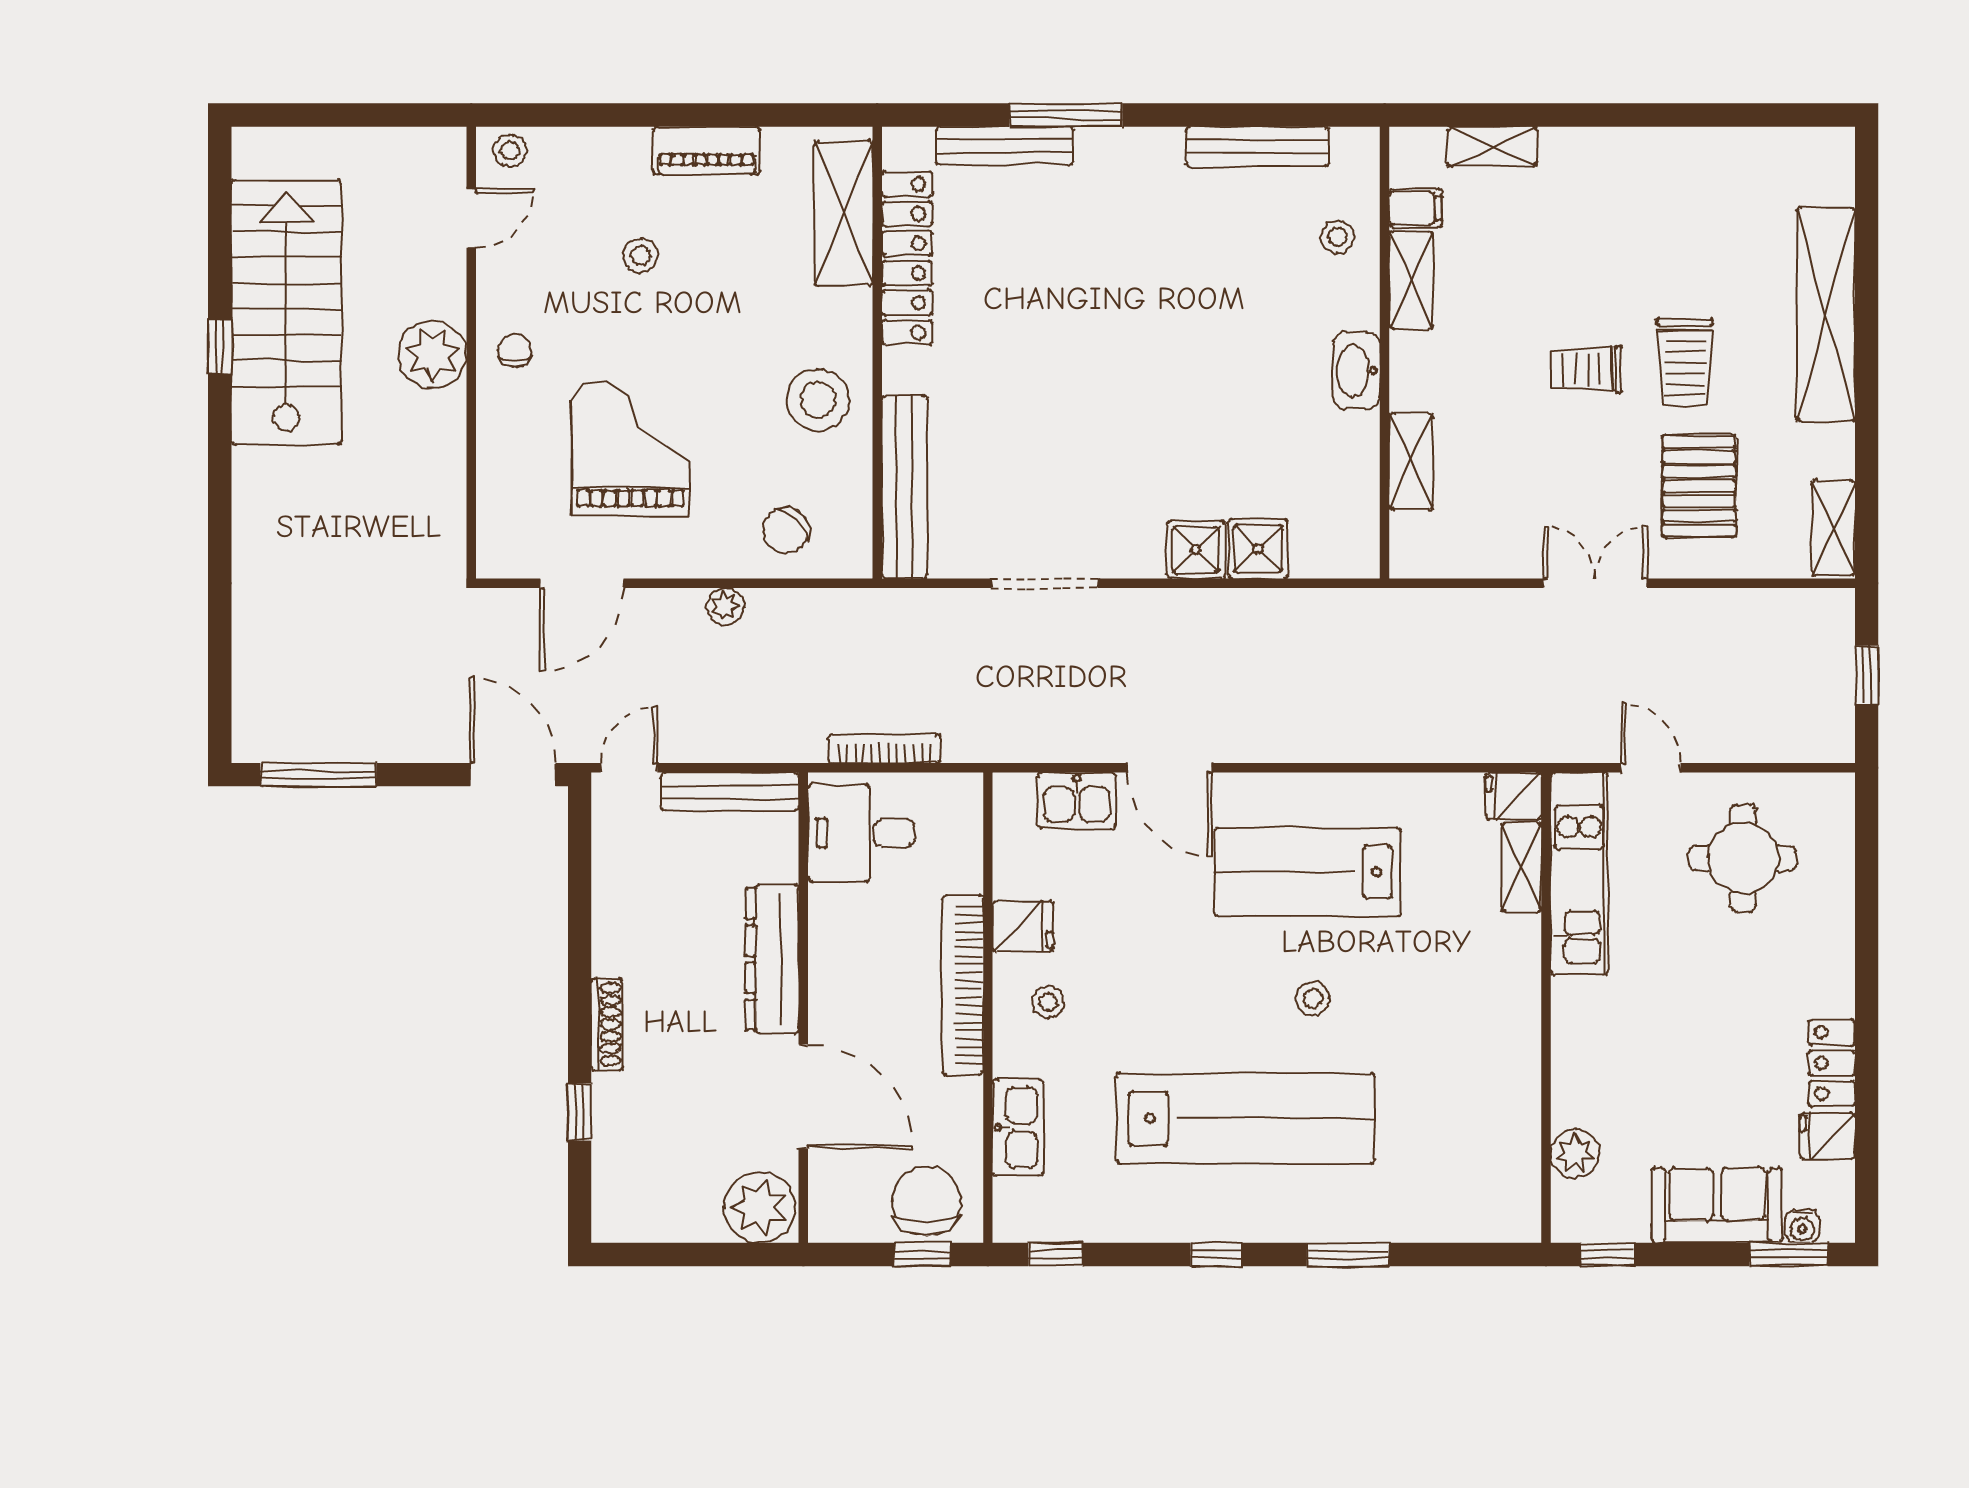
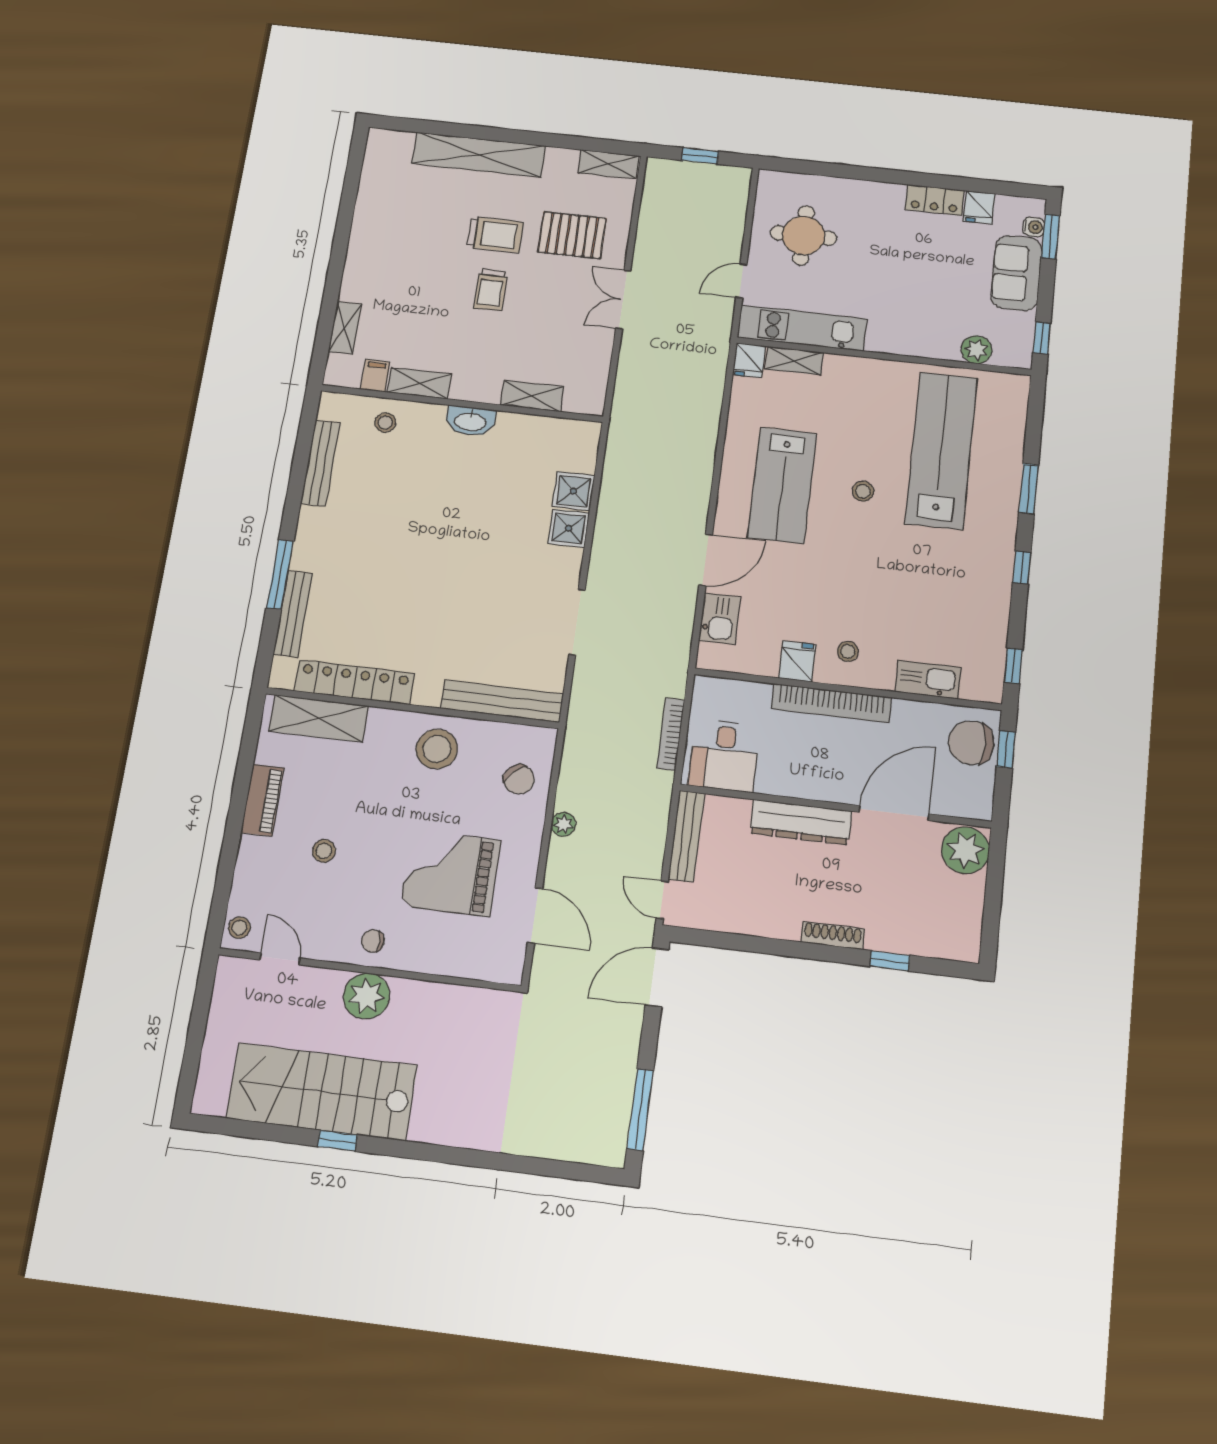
lab bench: (1246, 1118) -> (941, 450), moved

